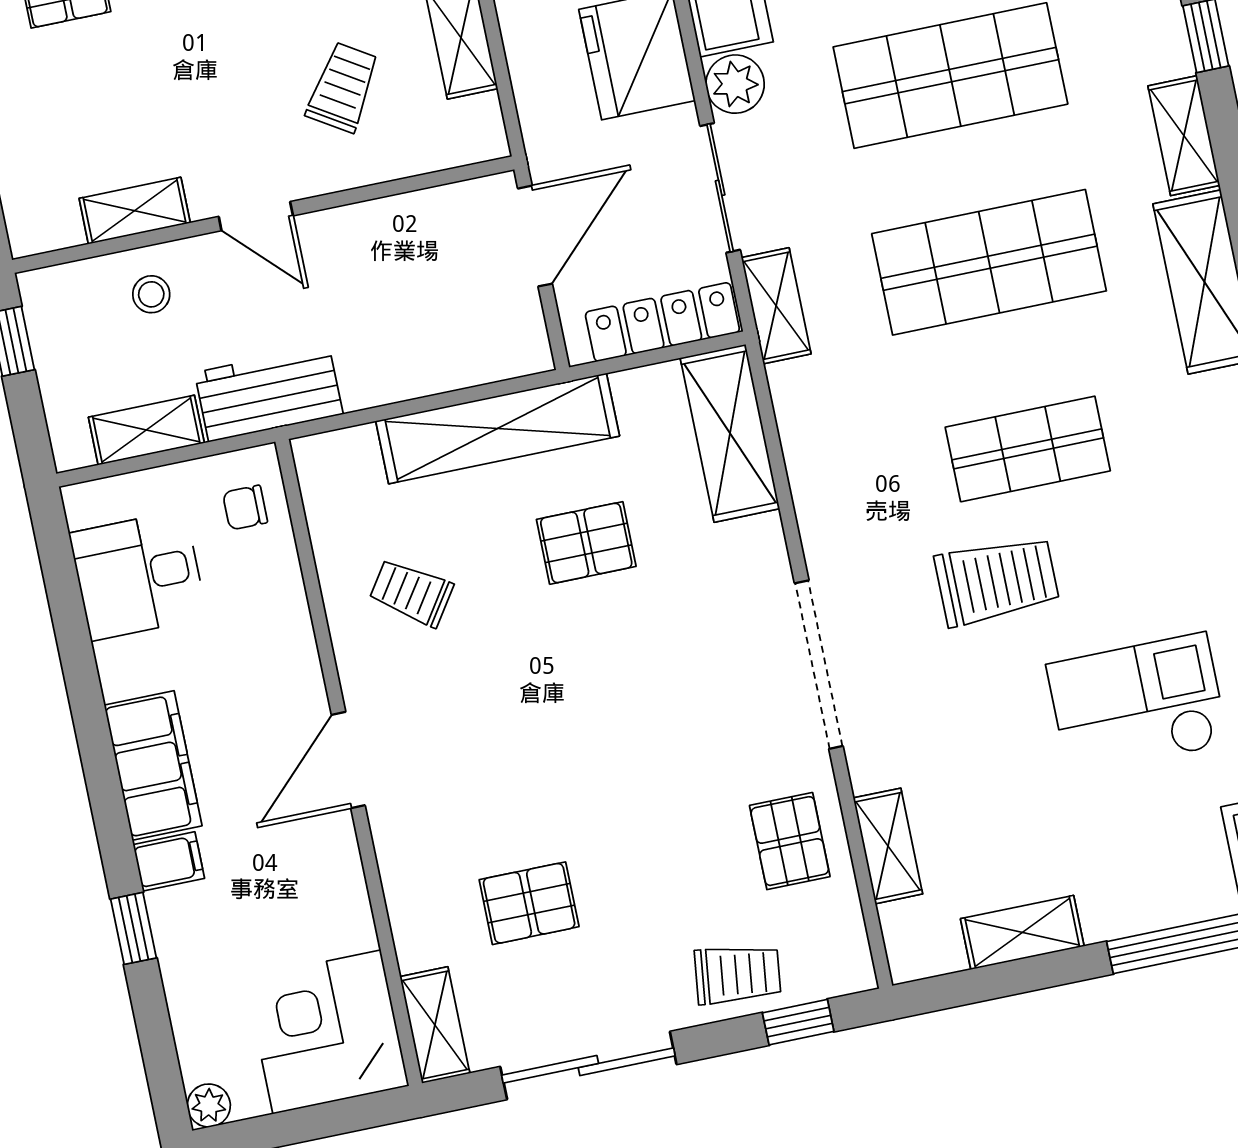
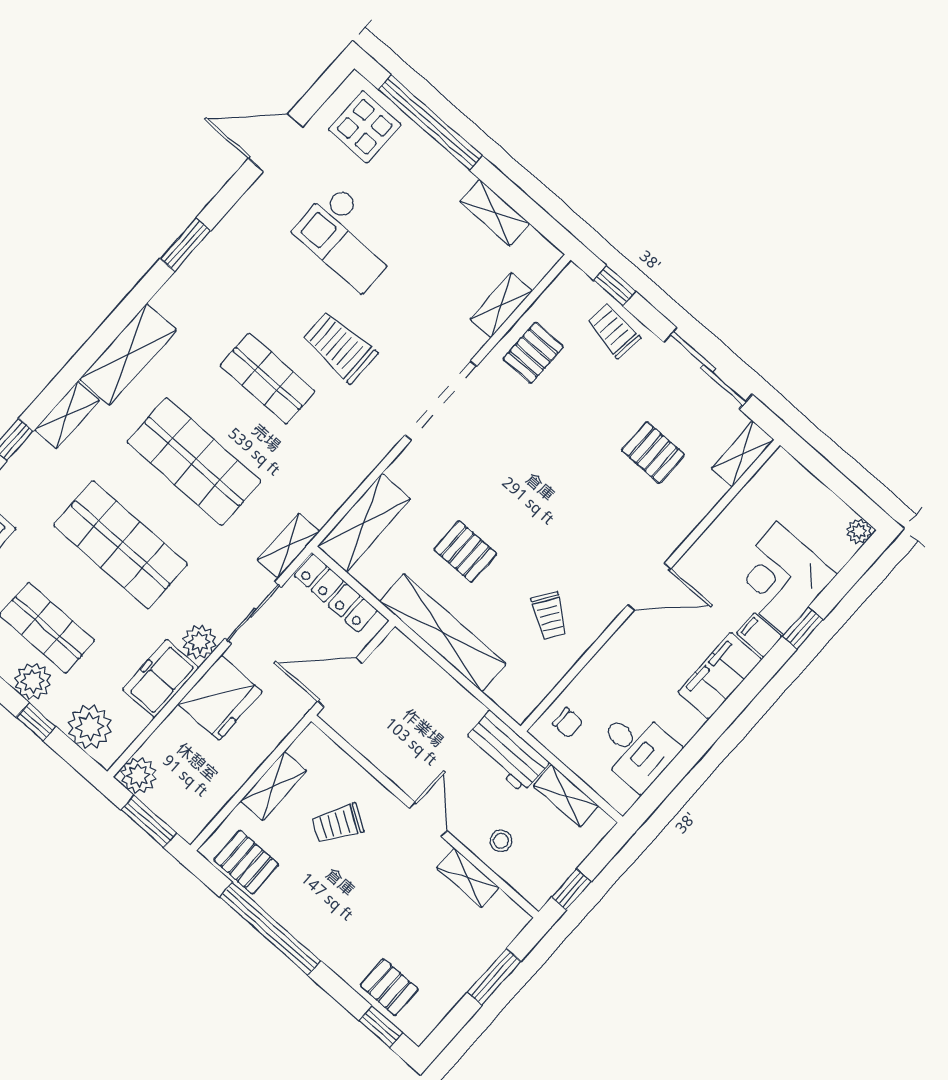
corner desk: (327, 1032) -> (780, 578), moved, turned 90

